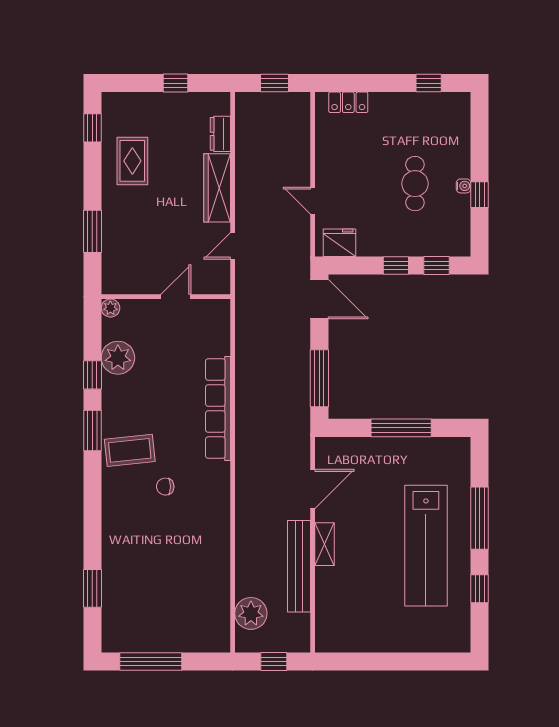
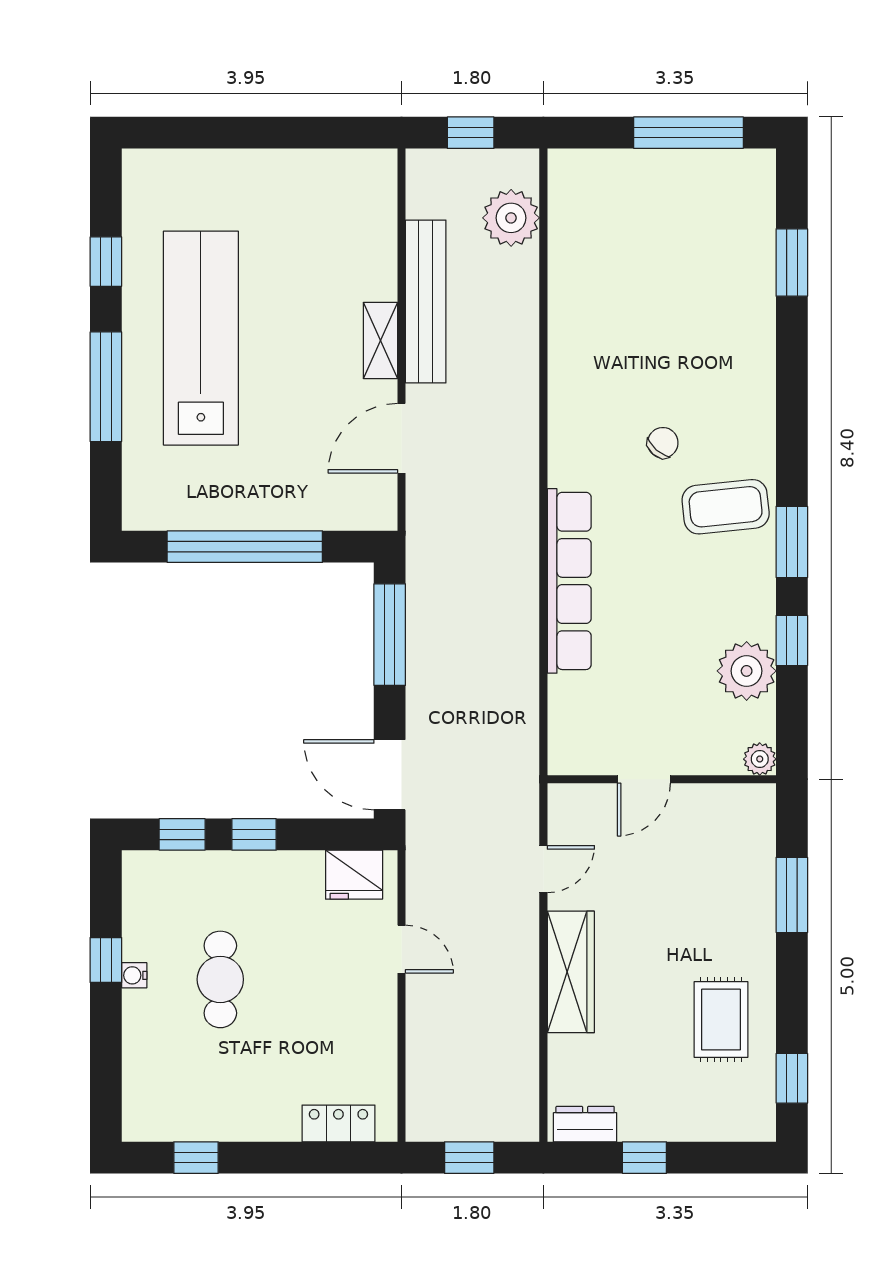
dresser: (220, 134) -> (585, 1124), moved, turned -90
window: (401, 428) -> (245, 547), width x1.46
chair: (165, 487) -> (663, 443), turned -49

